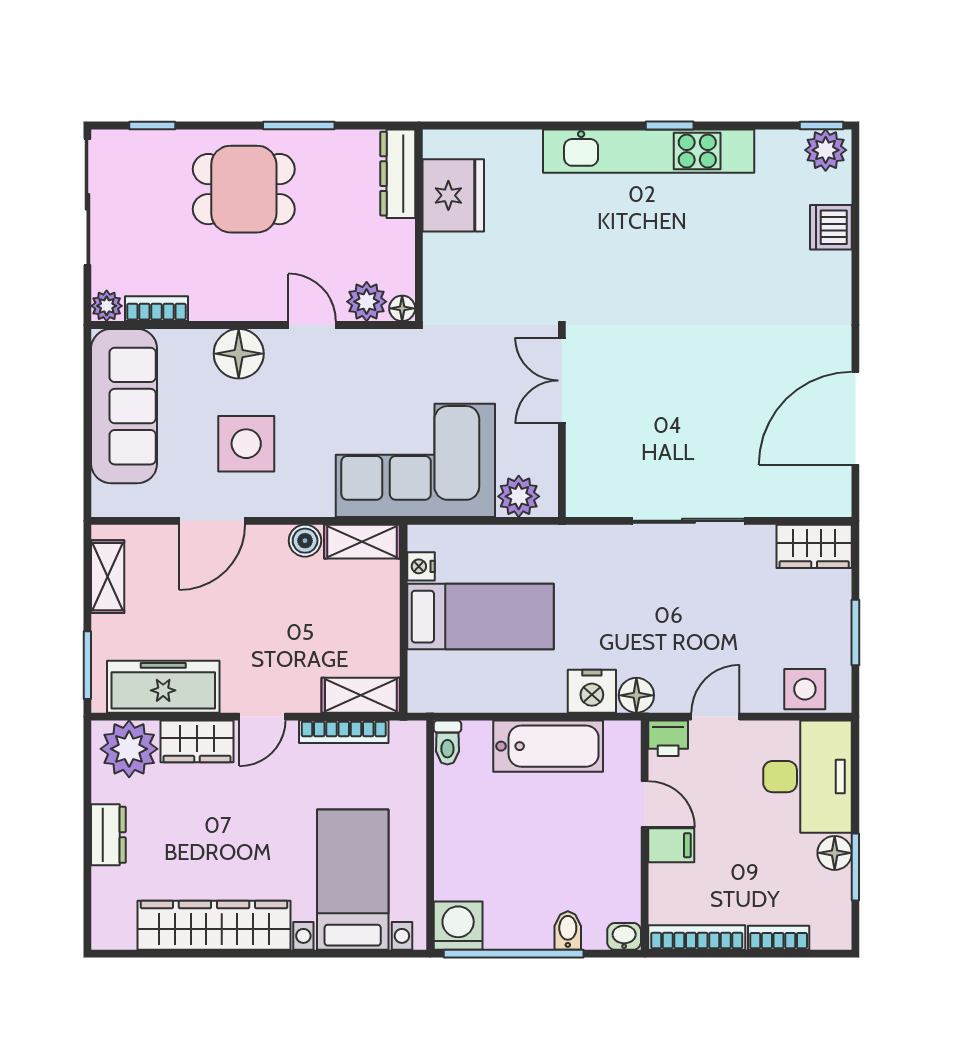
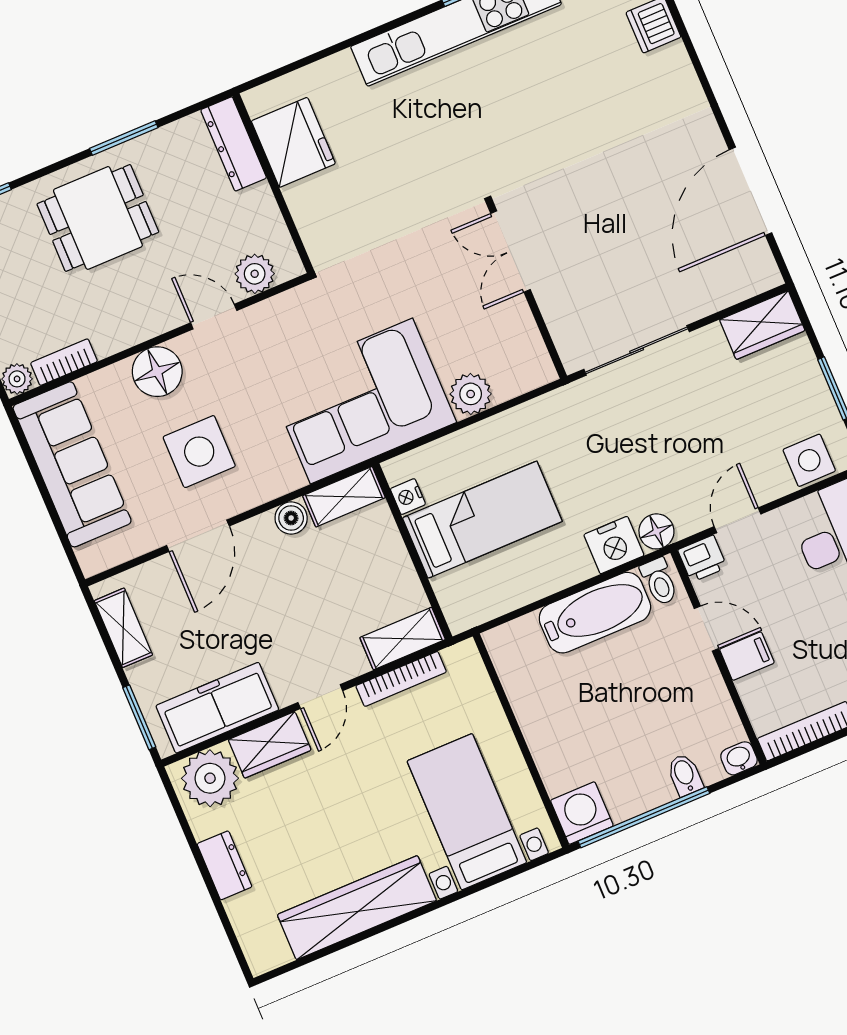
floor lamp: (402, 308) -> (290, 266), removed
double door: (562, 381) -> (510, 252), moved
wall: (562, 423) -> (527, 291), moved
toilet: (447, 742) -> (659, 582), moved

